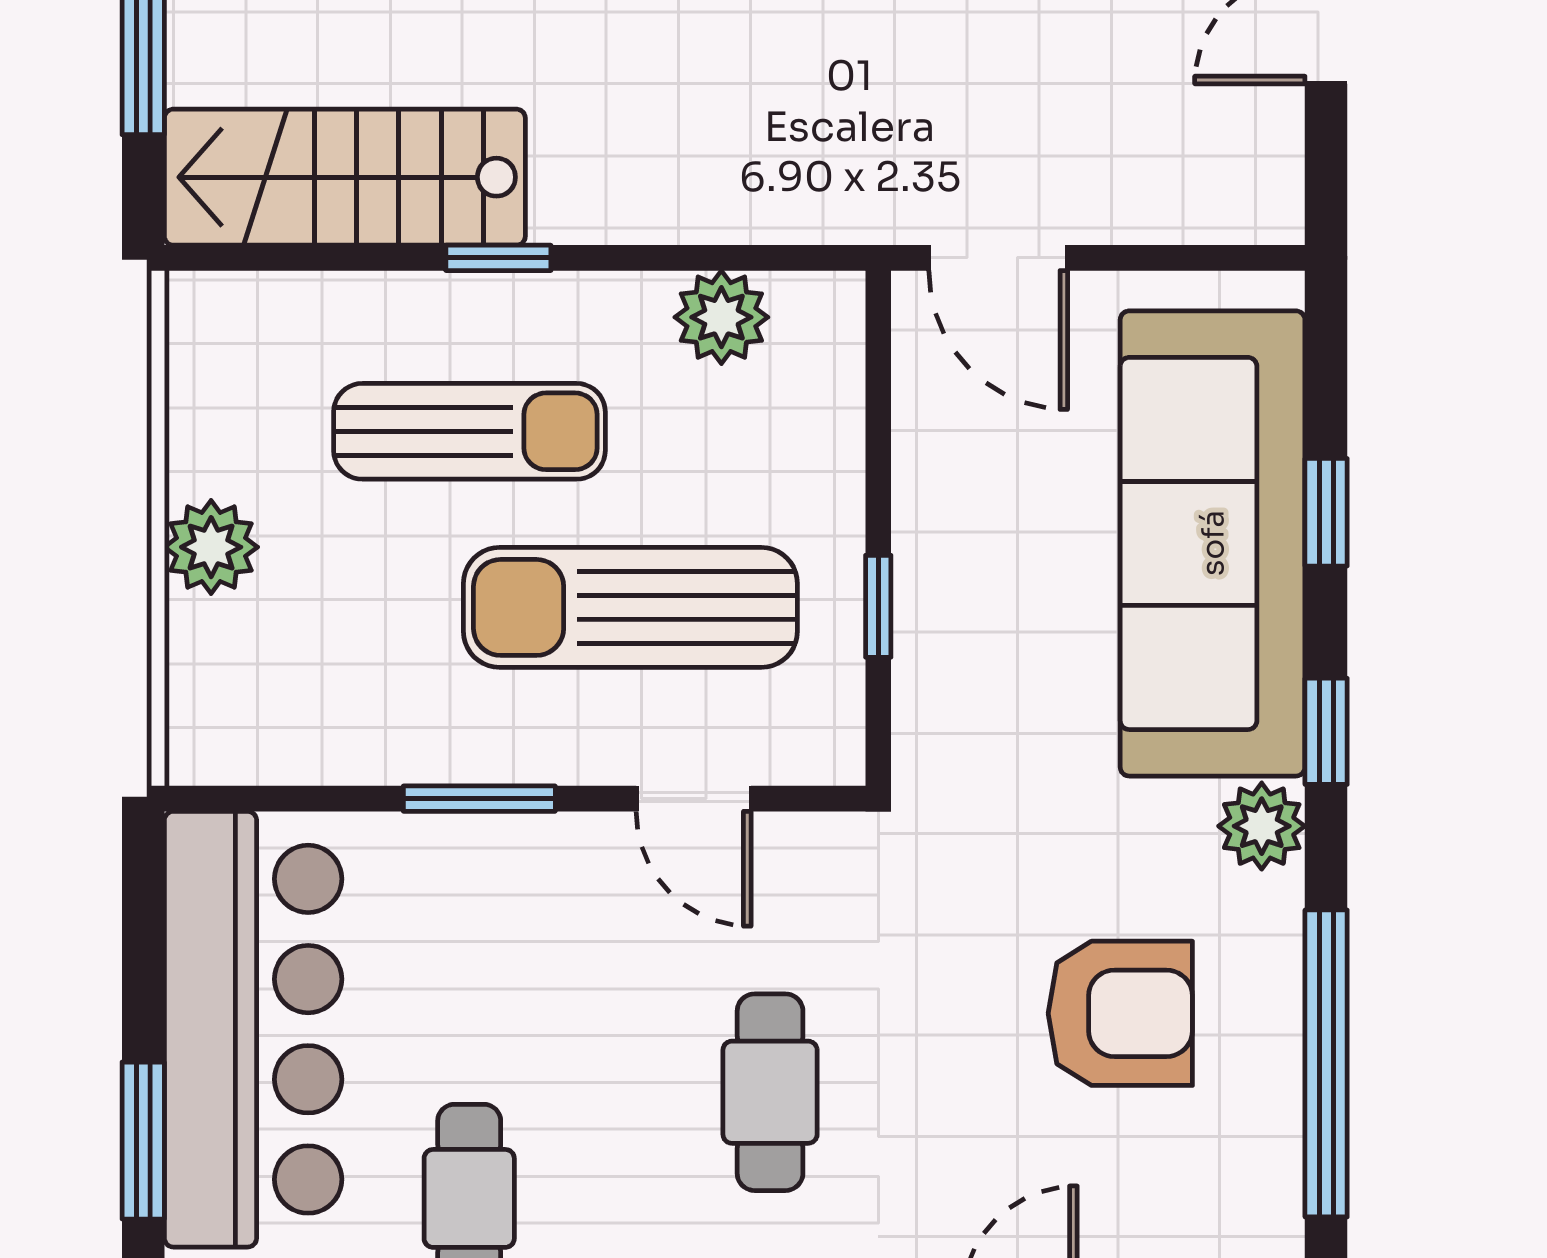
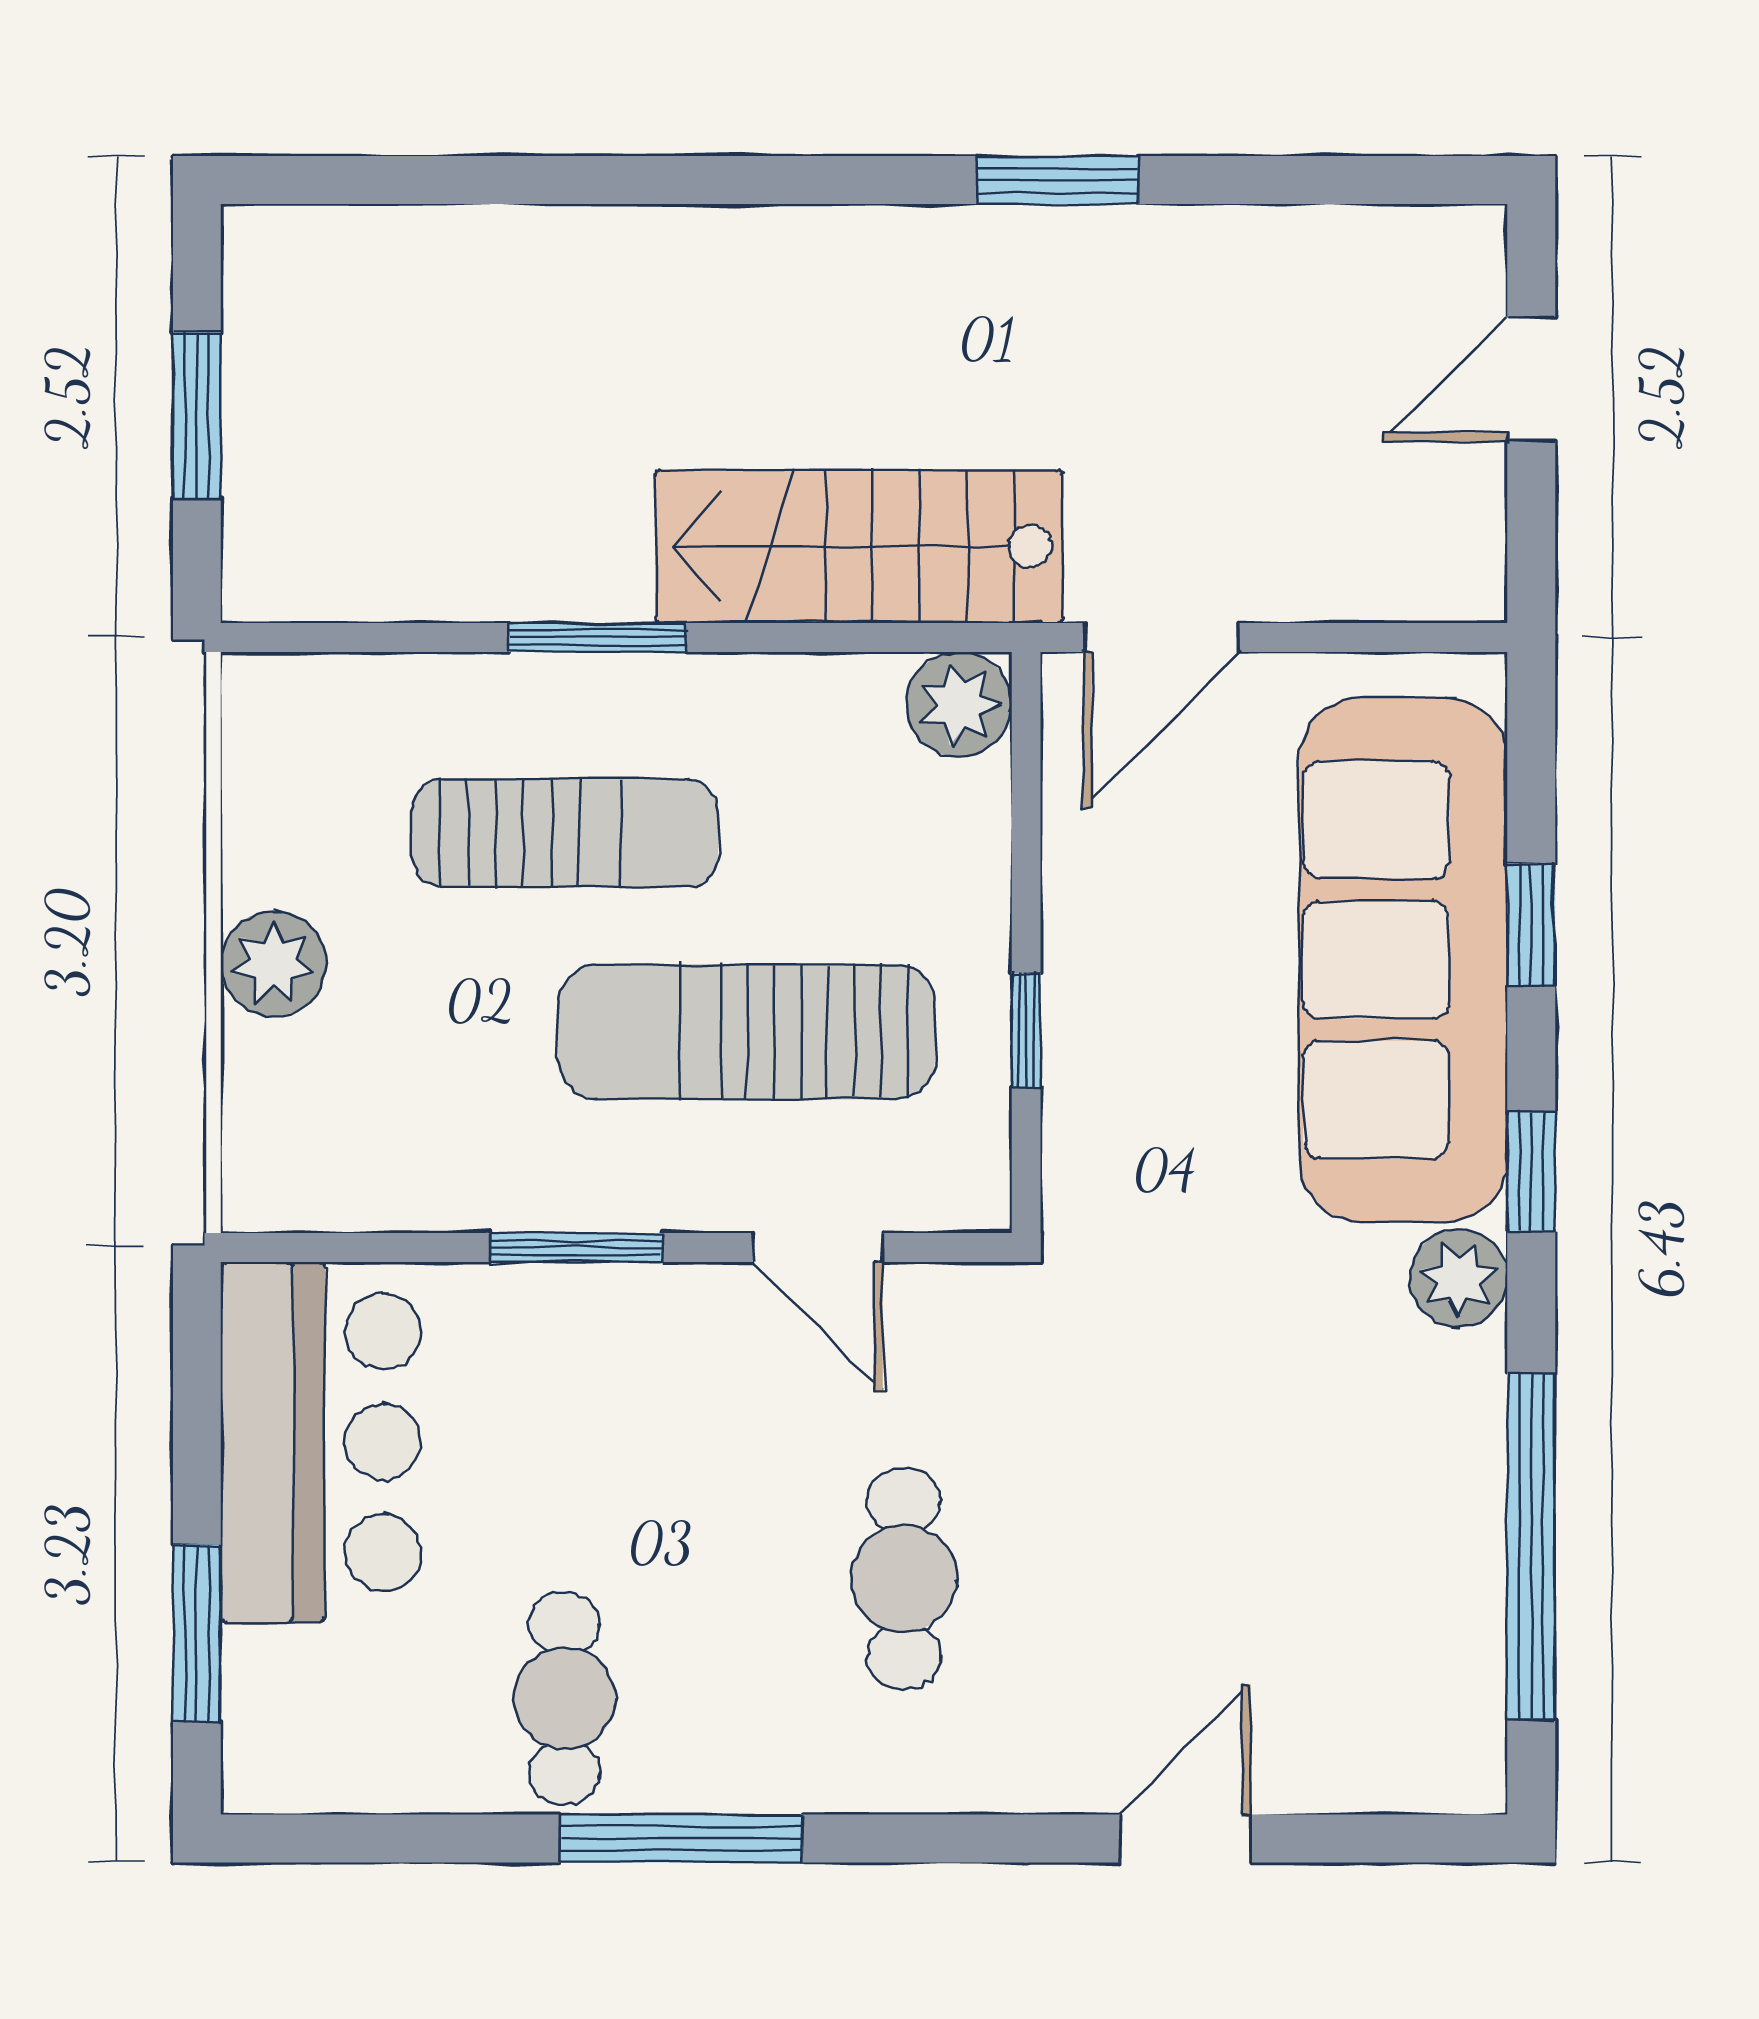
stairs: (345, 177) -> (859, 546), moved
window: (498, 258) -> (598, 638), width x1.50
door: (998, 258) -> (1161, 638), hinge flipped
plant: (721, 317) -> (959, 704), moved
armchair: (1120, 1013) -> (1299, 1490), removed
bar counter: (253, 1029) -> (321, 1442), width x0.73

